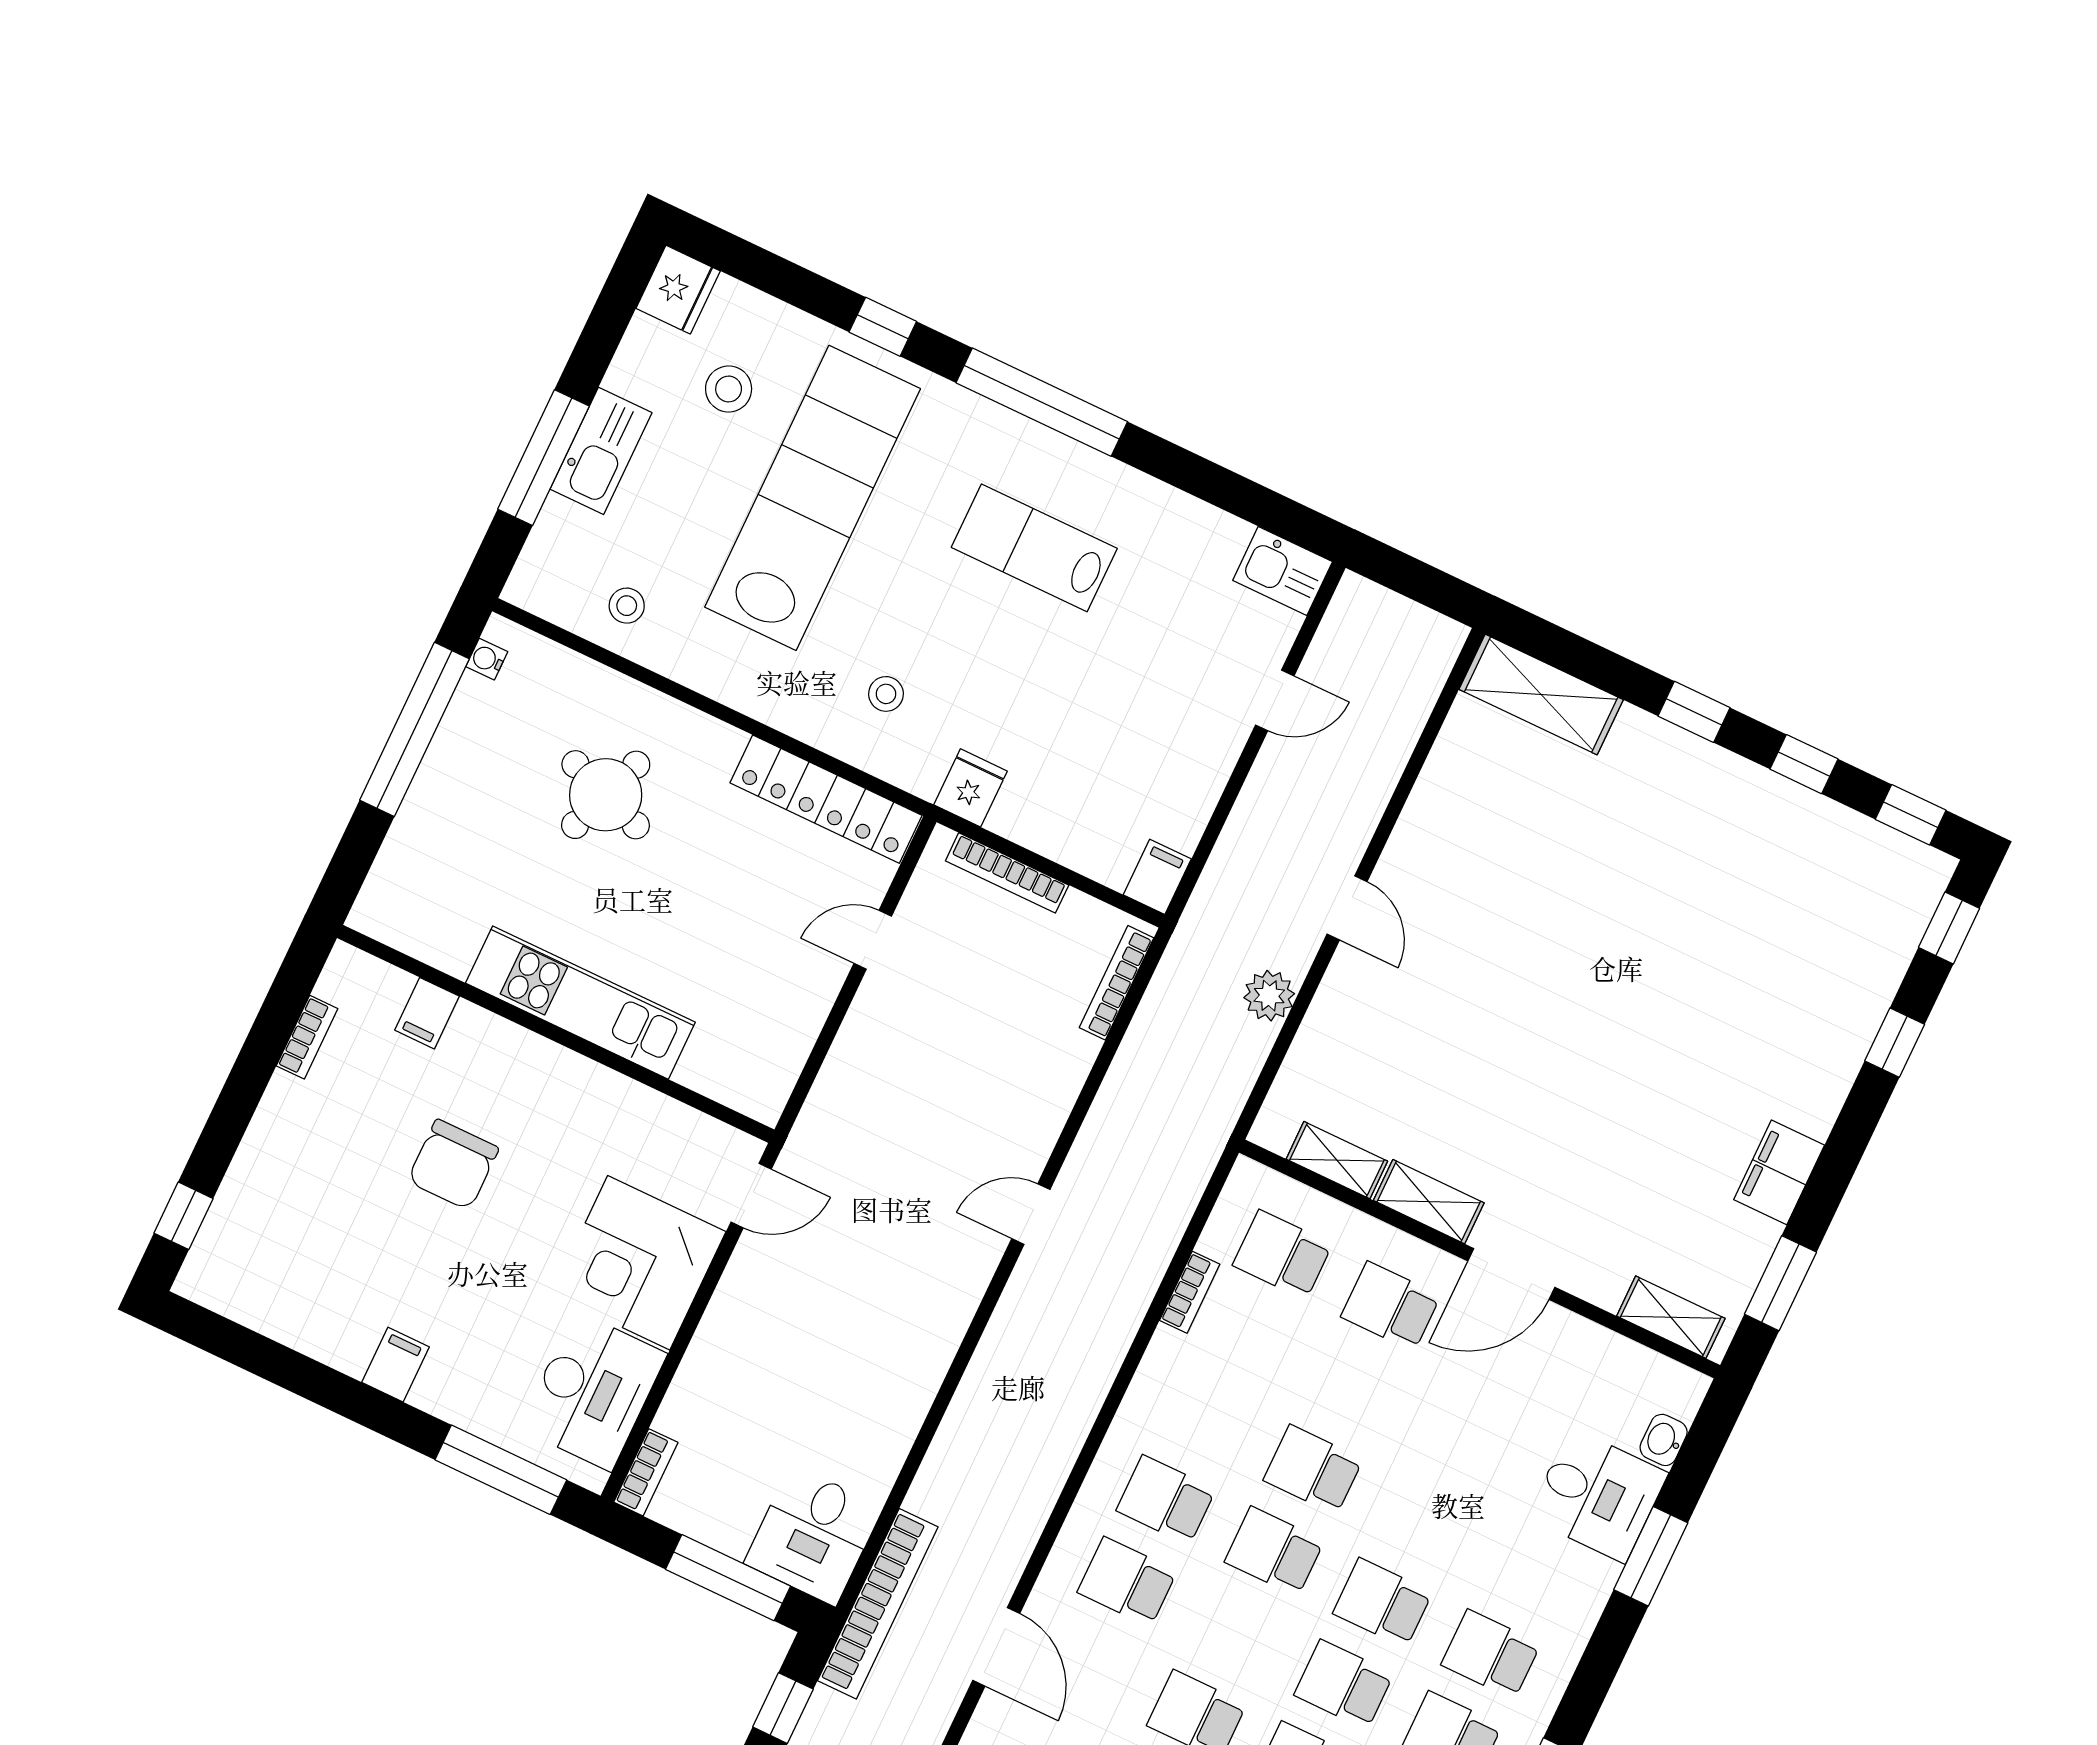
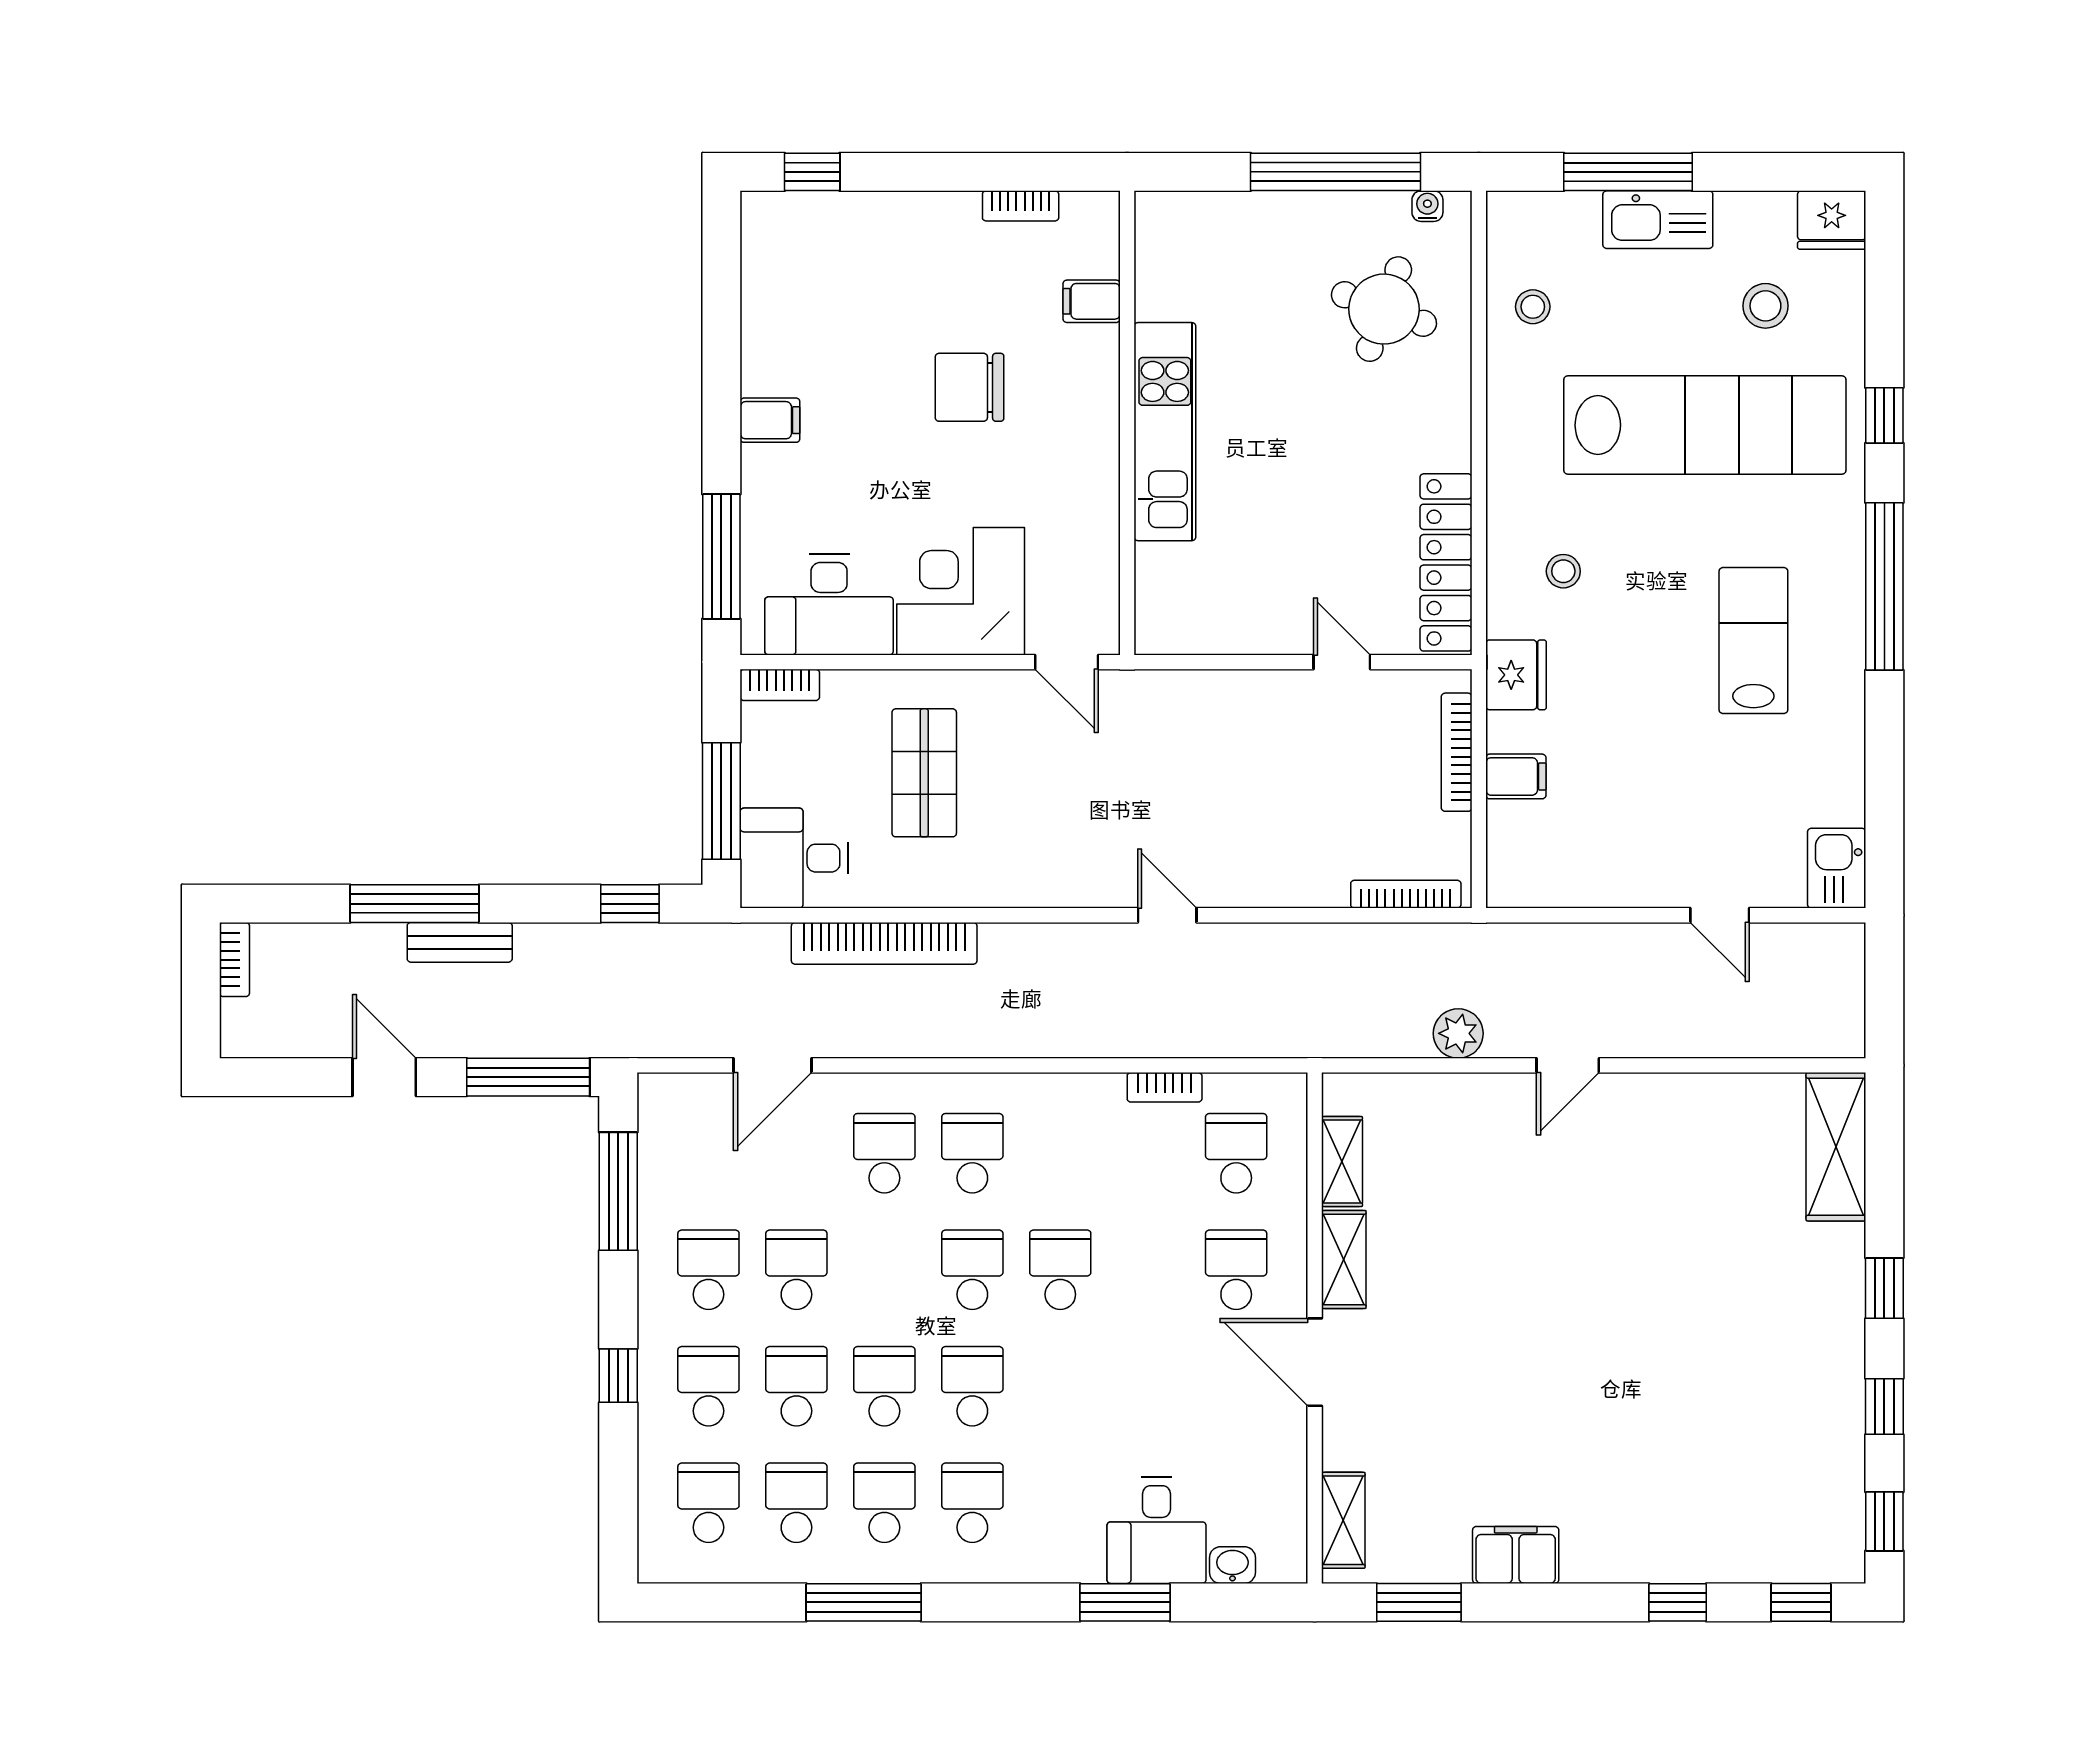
fridge: (970, 788) -> (1516, 675), width x1.38
round table: (606, 795) -> (1384, 309), moved
filing cabinet: (1157, 877) -> (1516, 776), moved
shop shelf: (791, 1377) -> (924, 773), added
bookcase: (878, 1604) -> (884, 943), moved

